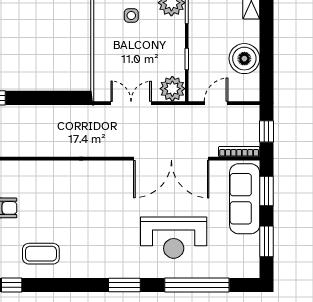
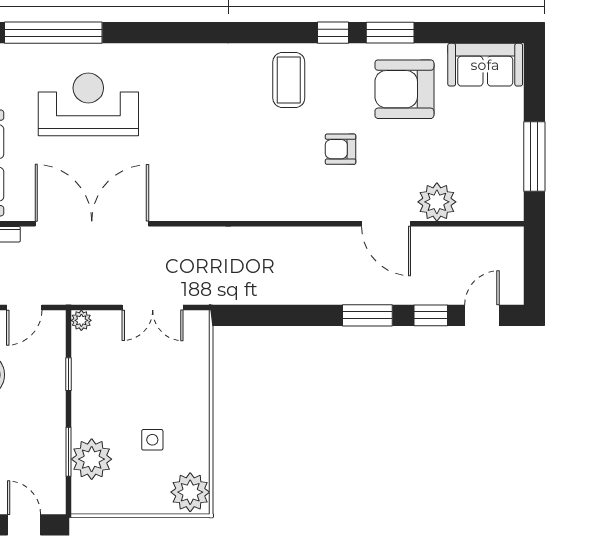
plant: (172, 89) -> (81, 320), width x0.53, depth x0.53
coffee table: (41, 254) -> (289, 80), turned 90
window: (124, 285) -> (163, 33), removed

